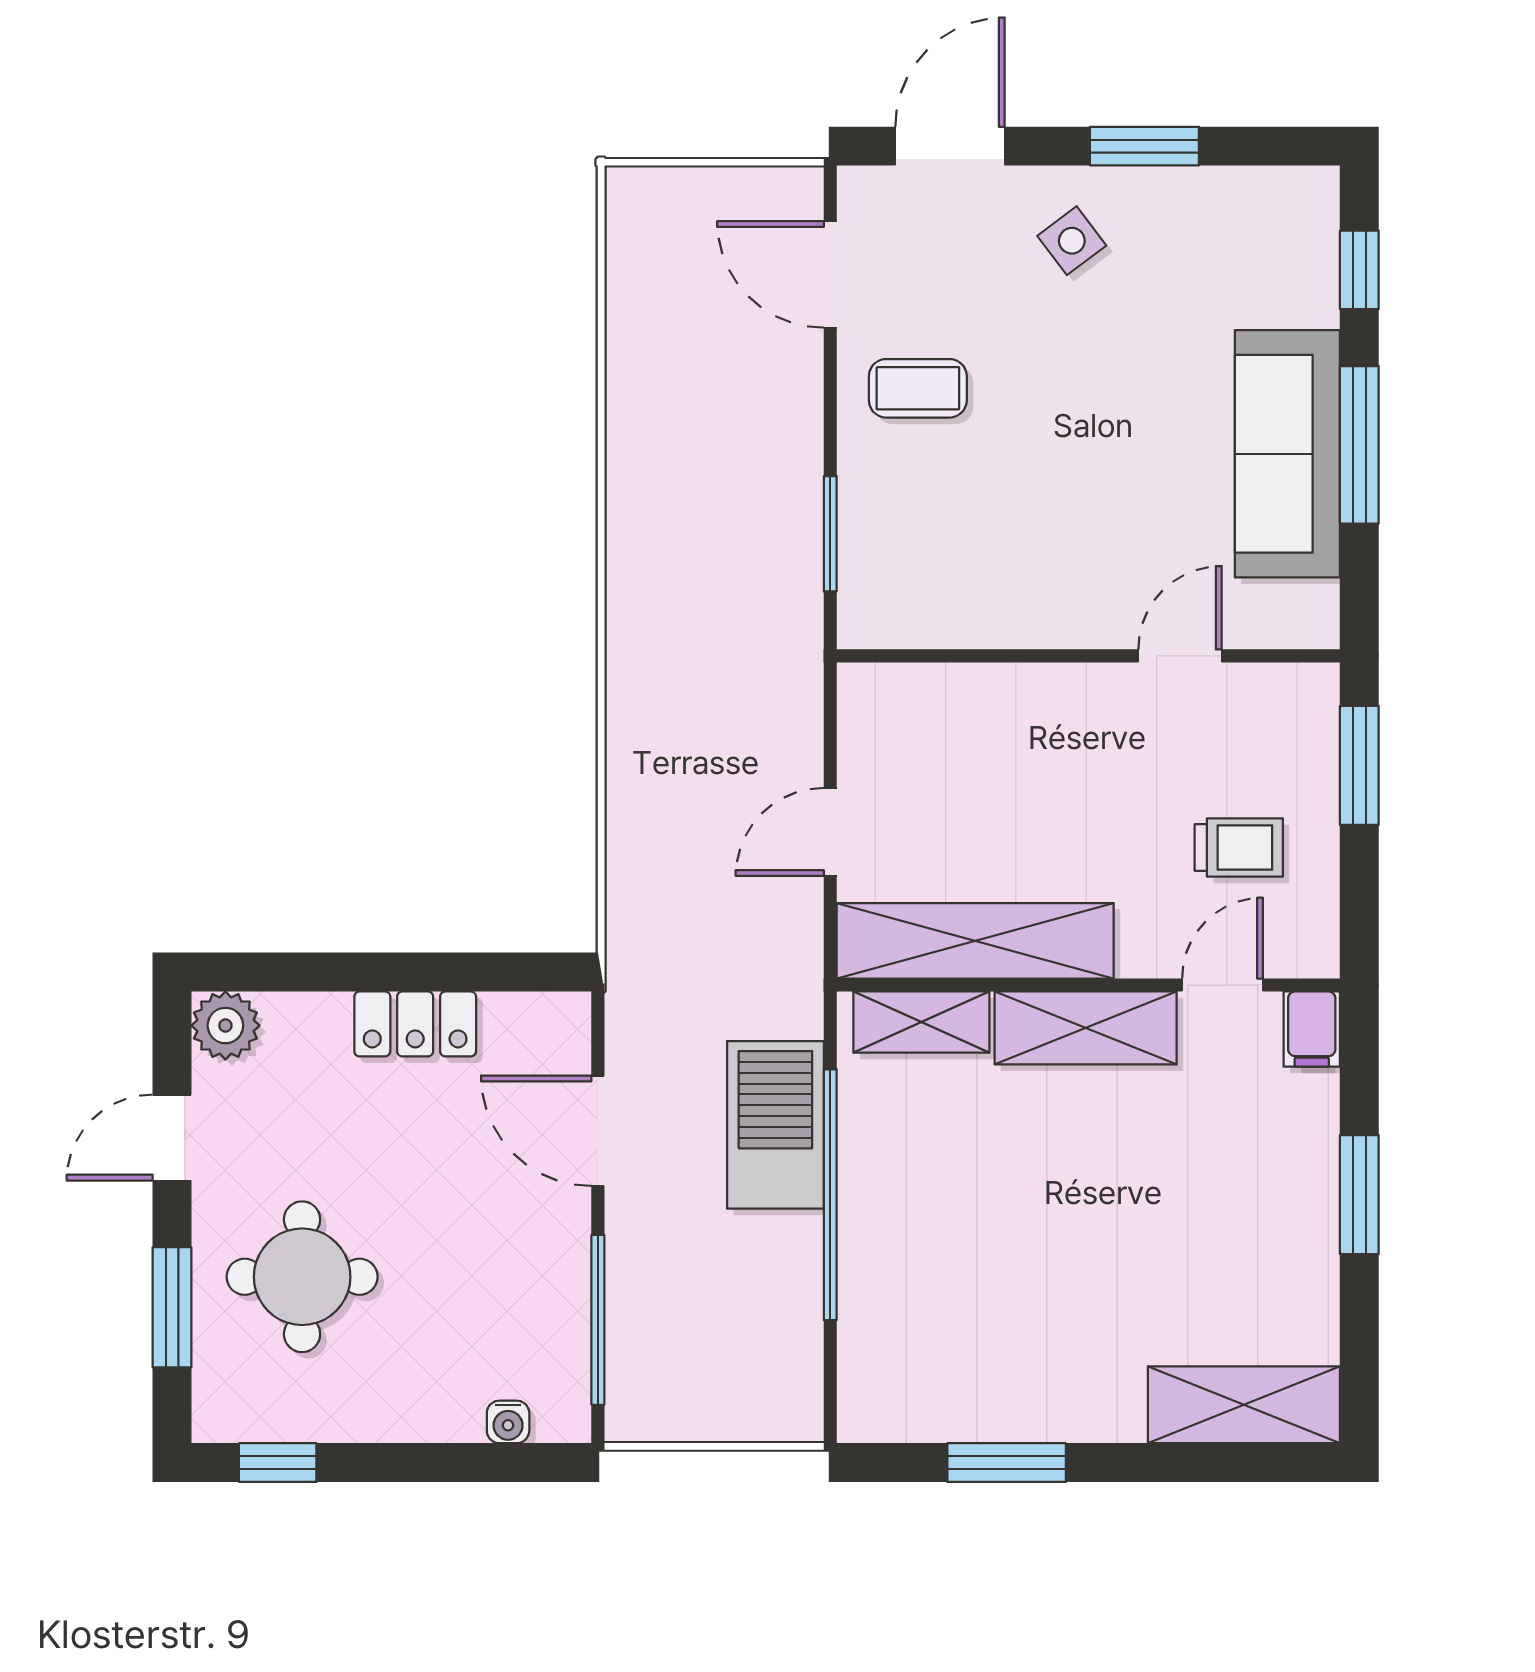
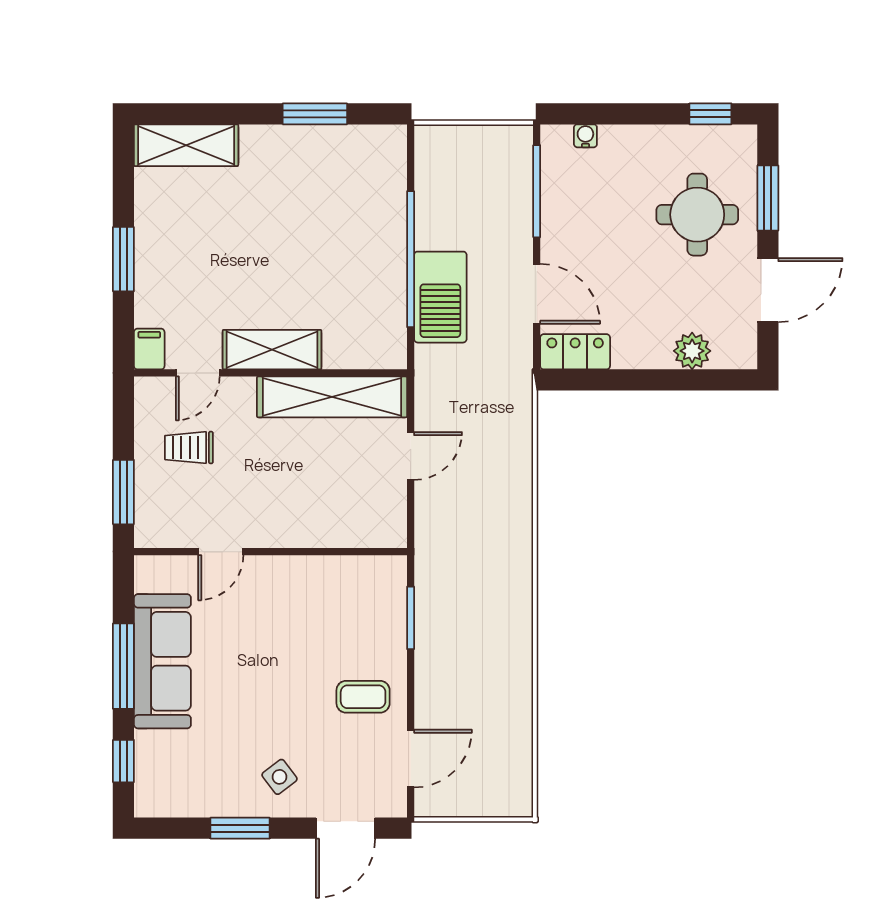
door: (830, 274) -> (411, 759), hinge flipped
shelving: (921, 1022) -> (361, 353), removed
locker: (415, 1024) -> (575, 352), moved
plant: (225, 1026) -> (692, 351), moved
door: (172, 1138) -> (768, 290), width x1.38

